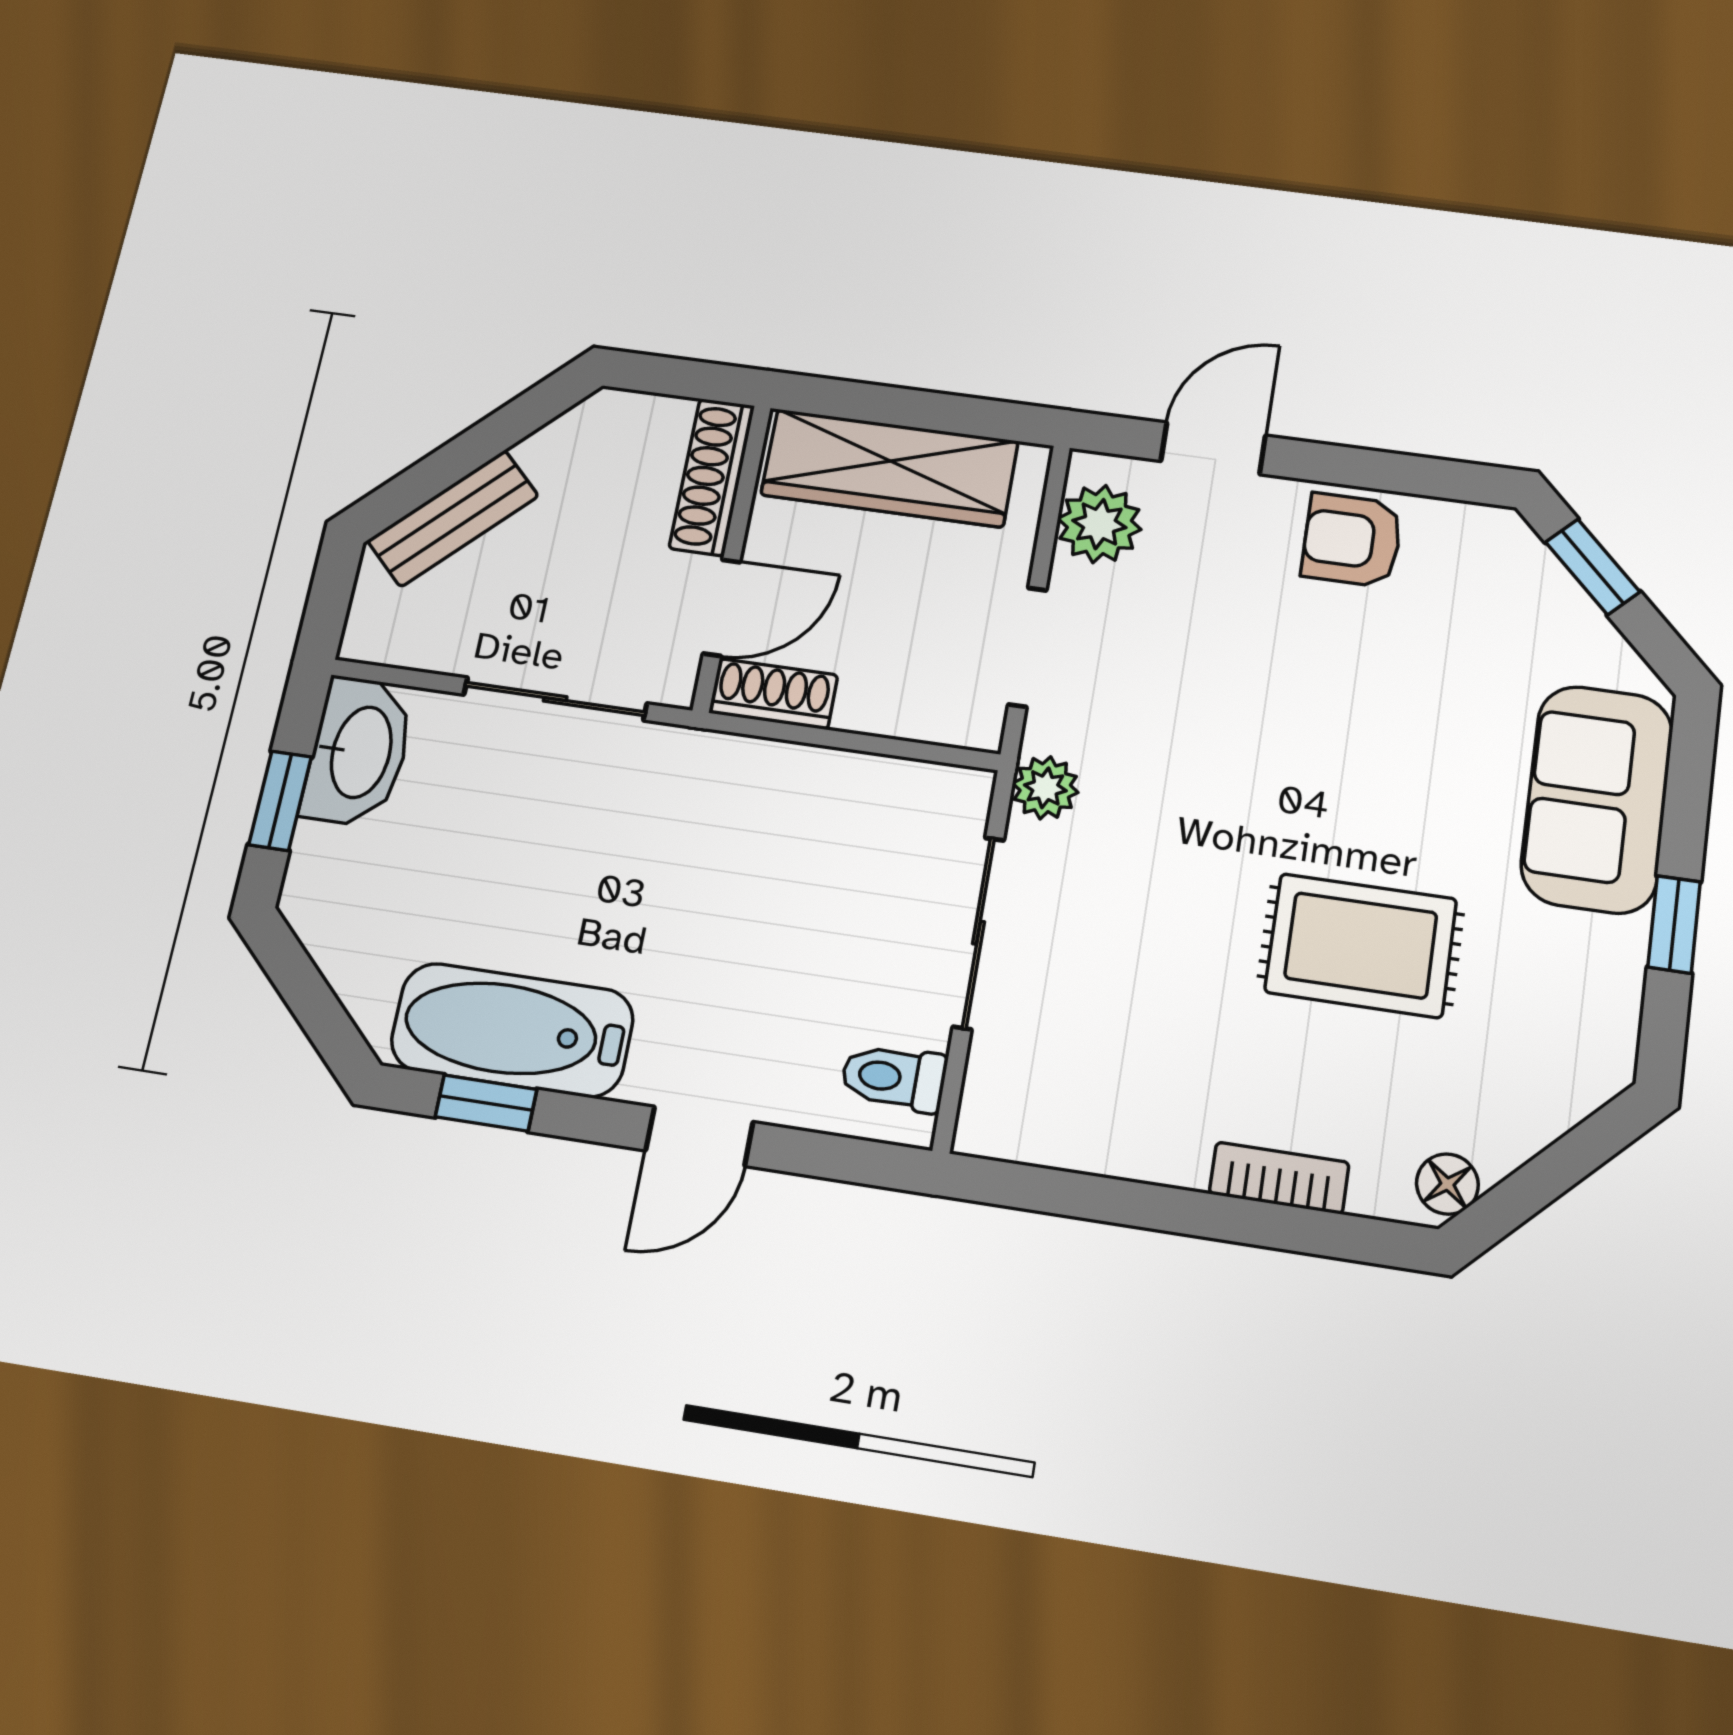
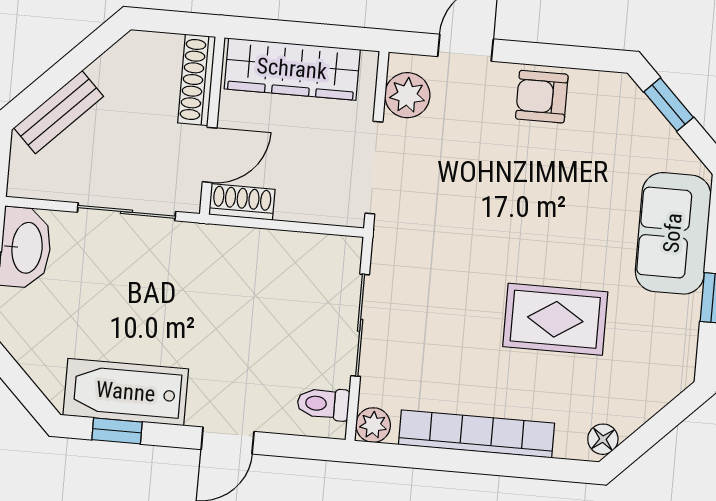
doorway: (1027, 647) -> (374, 168), width x1.38
plant: (1045, 788) -> (373, 425), moved
bookcase: (1279, 1178) -> (476, 434), width x2.31, depth x1.31

